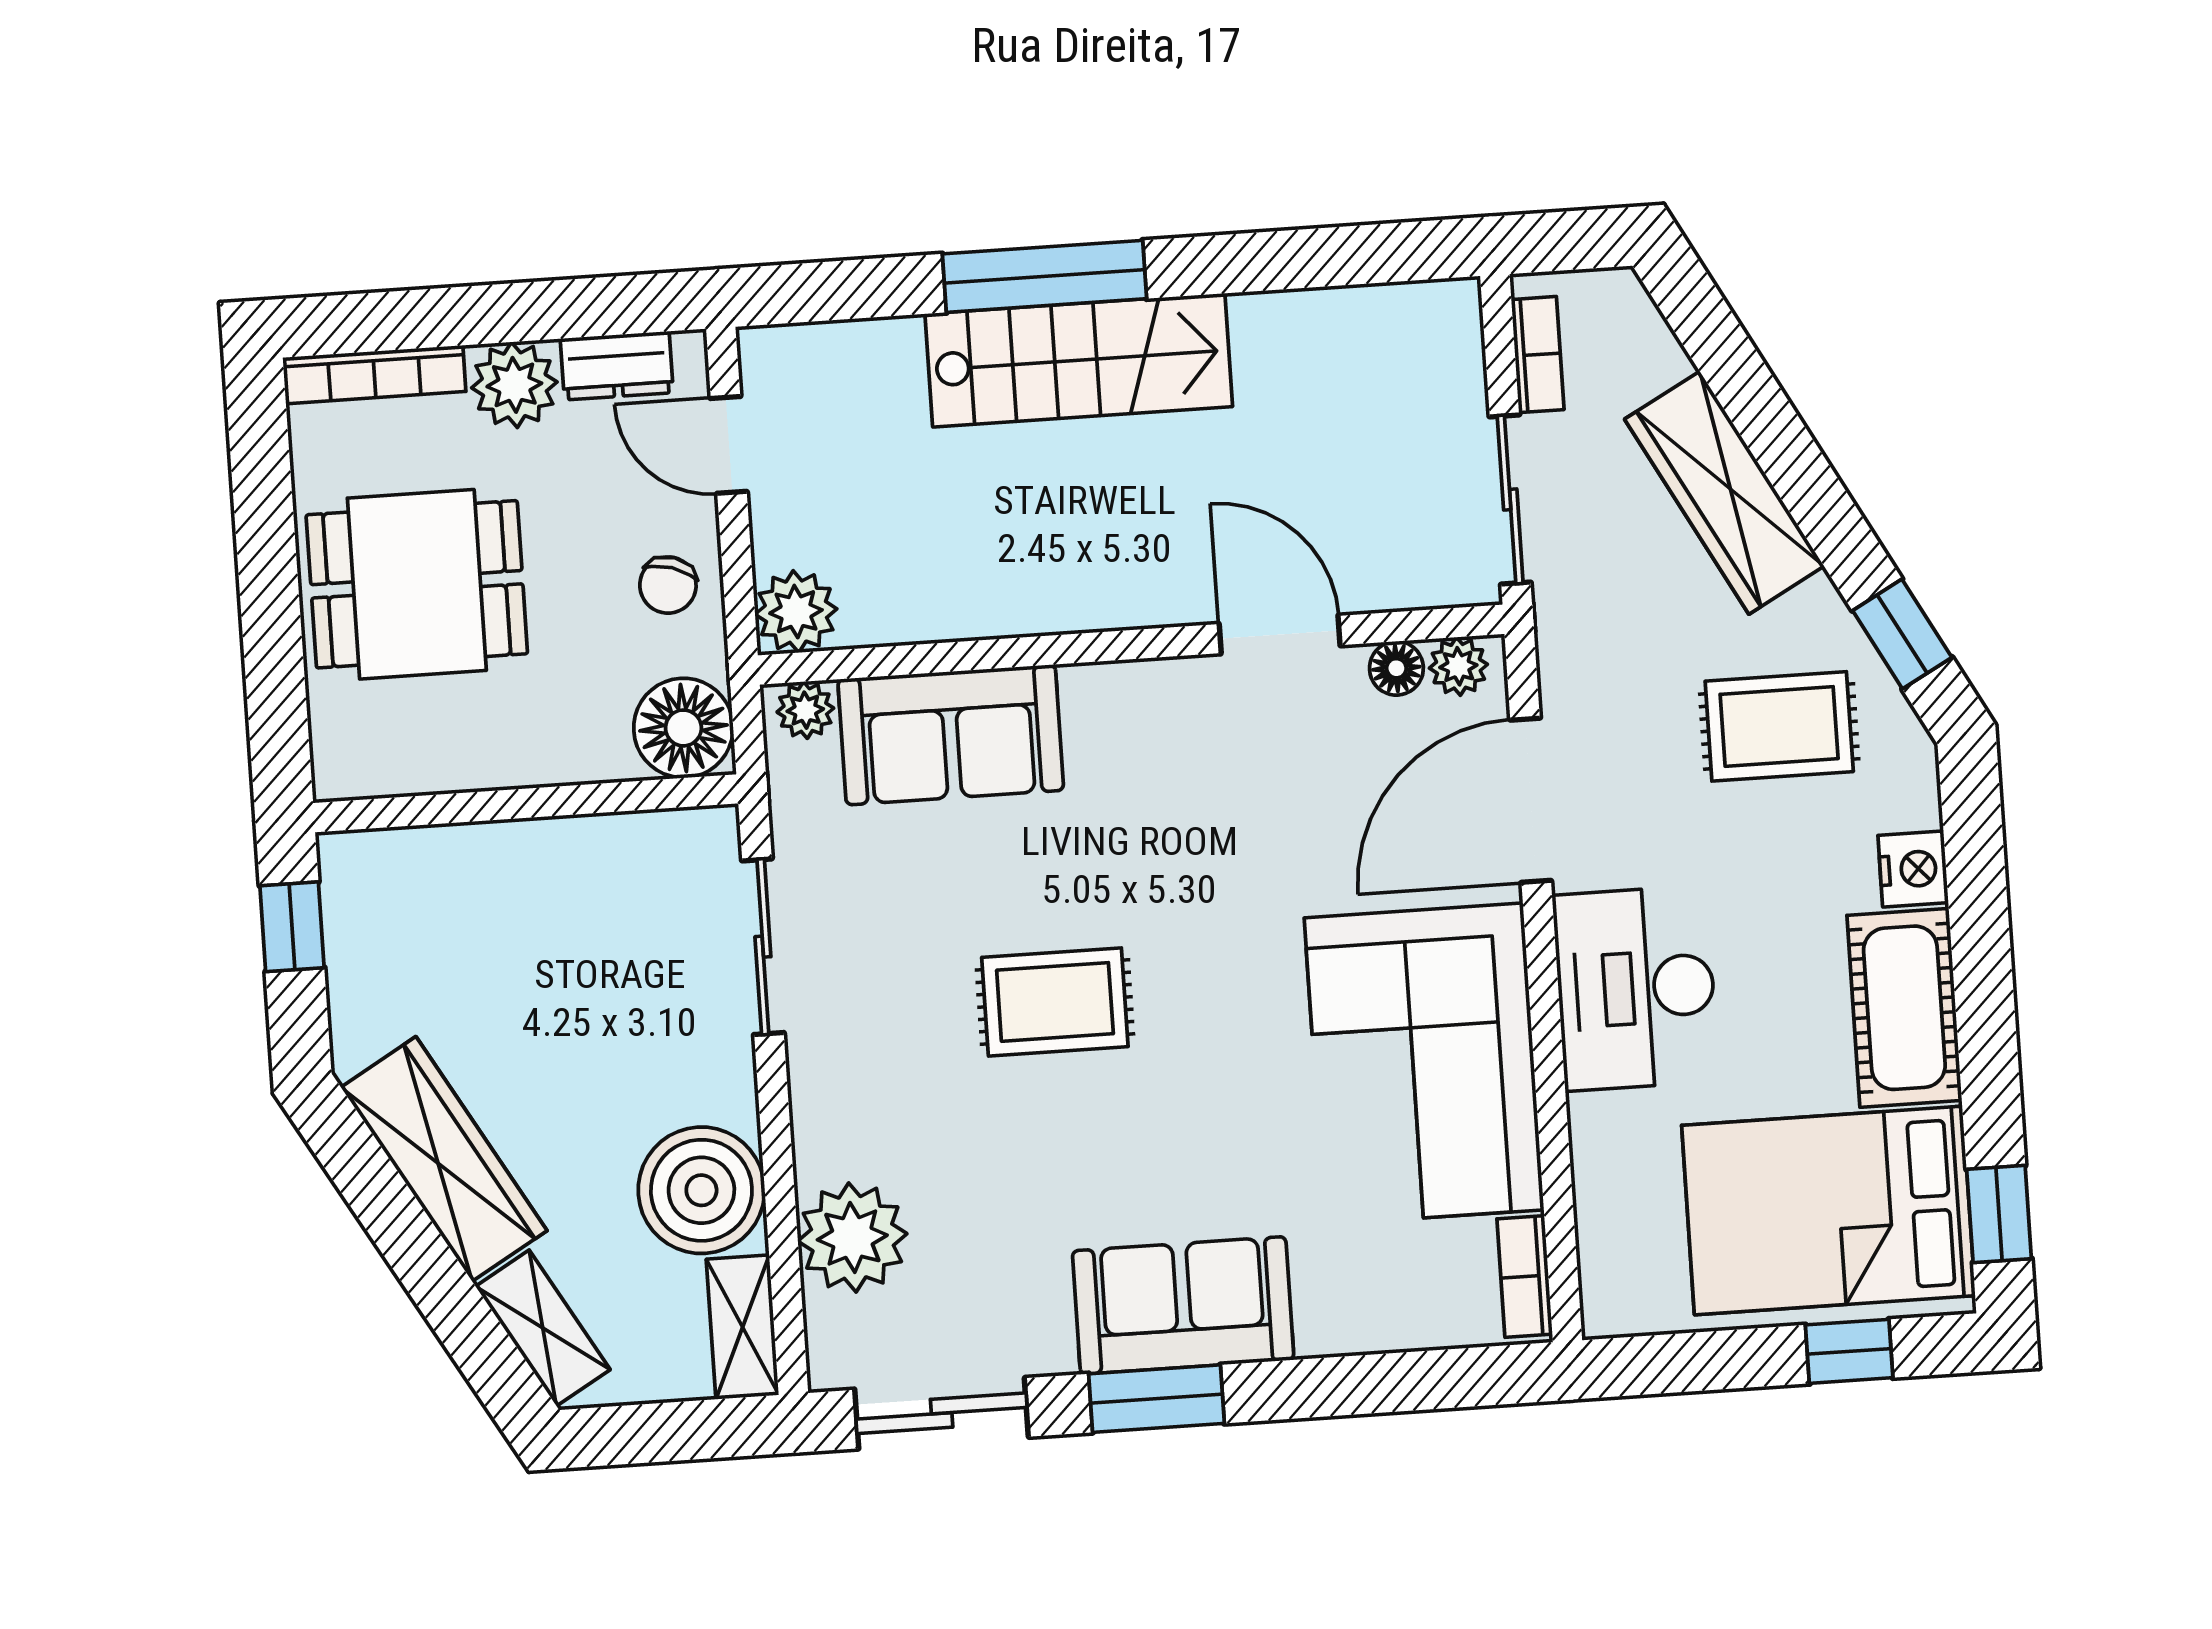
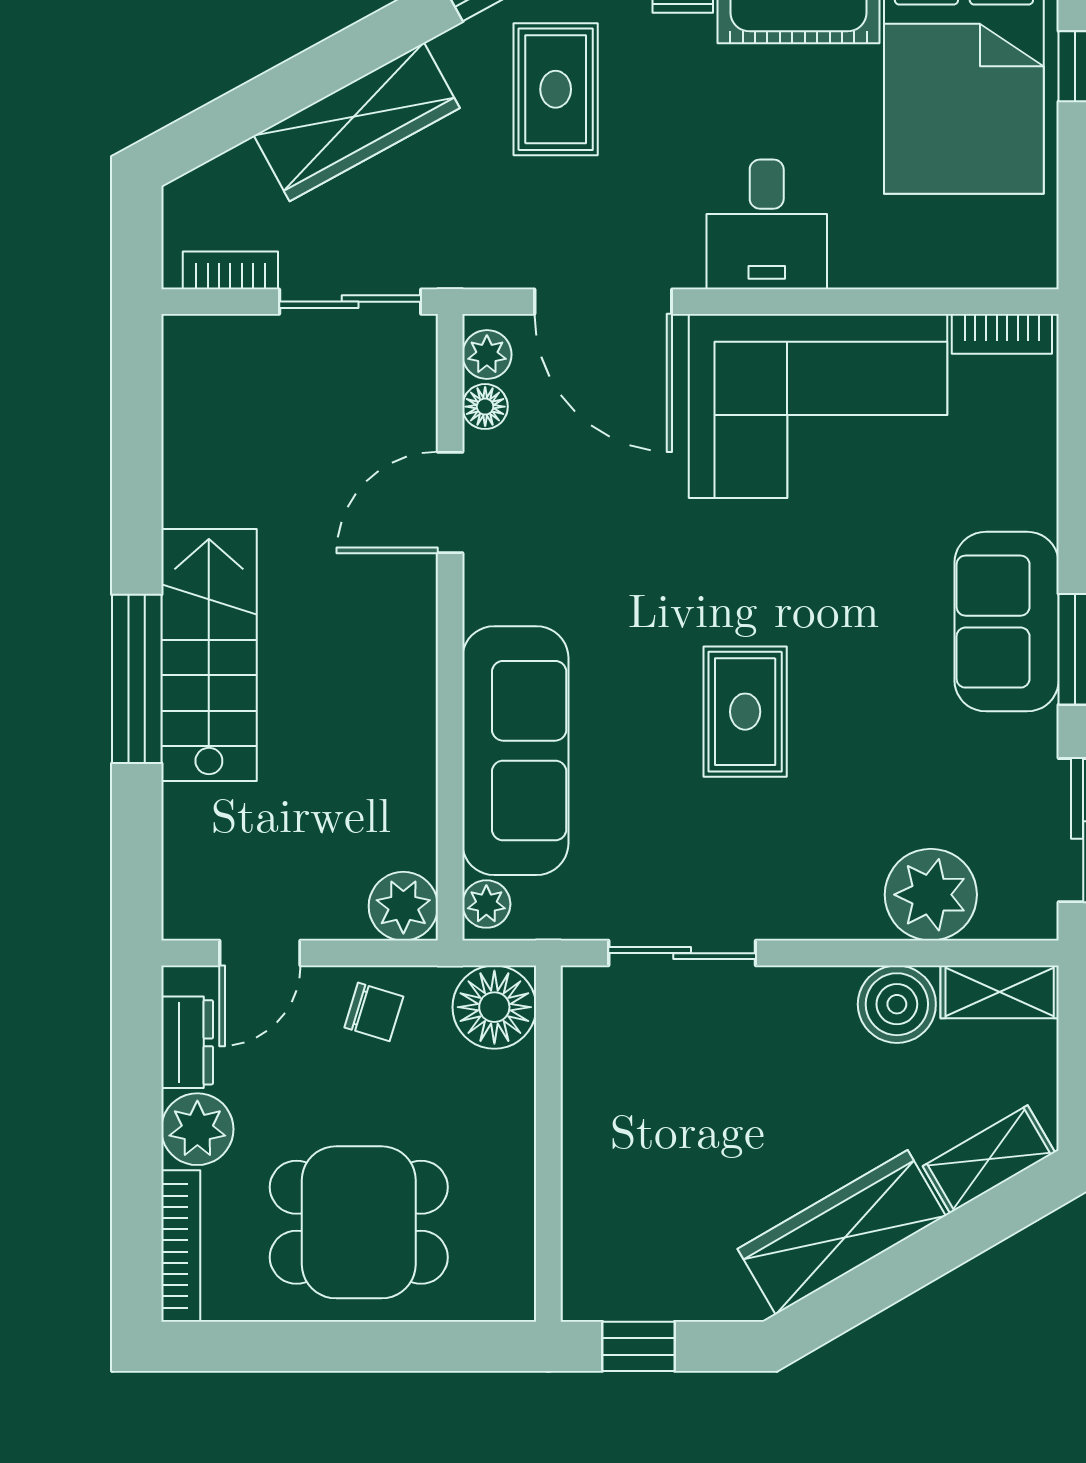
dining table: (417, 584) -> (359, 1222), turned 90
sofa: (951, 735) -> (515, 751), width x1.36
desk: (1636, 988) -> (767, 224), width x0.73
boiler: (701, 1190) -> (897, 1004), width x0.73, depth x0.73

